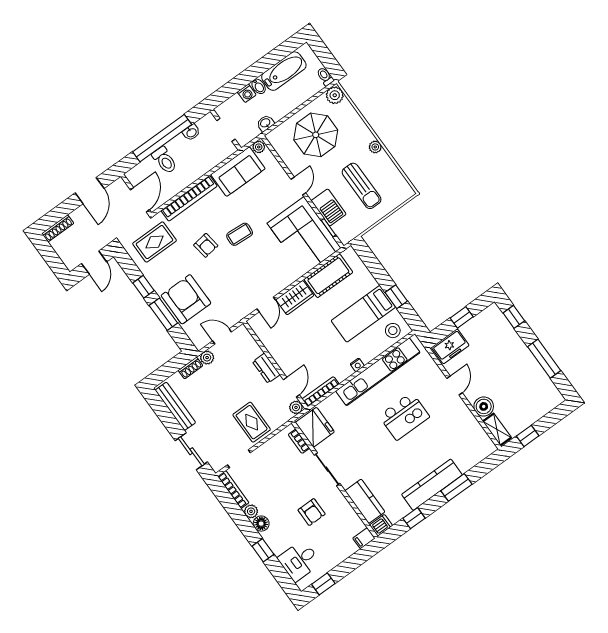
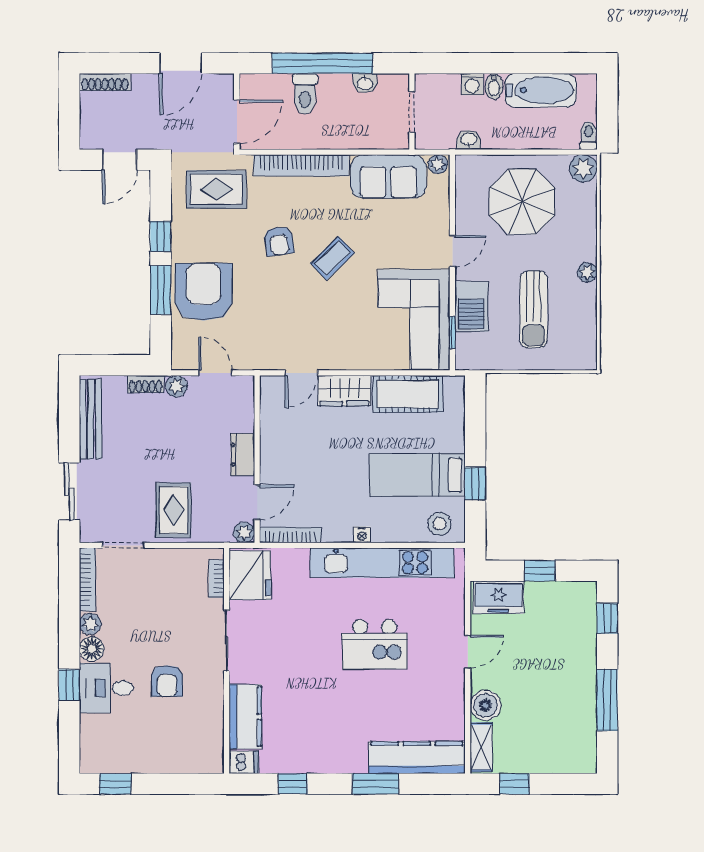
coffee table: (240, 234) -> (332, 258), turned -48
kitchen counter: (432, 485) -> (417, 758), moved
filing cabinet: (364, 538) -> (210, 763), removed
desk: (299, 561) -> (106, 688), moved

